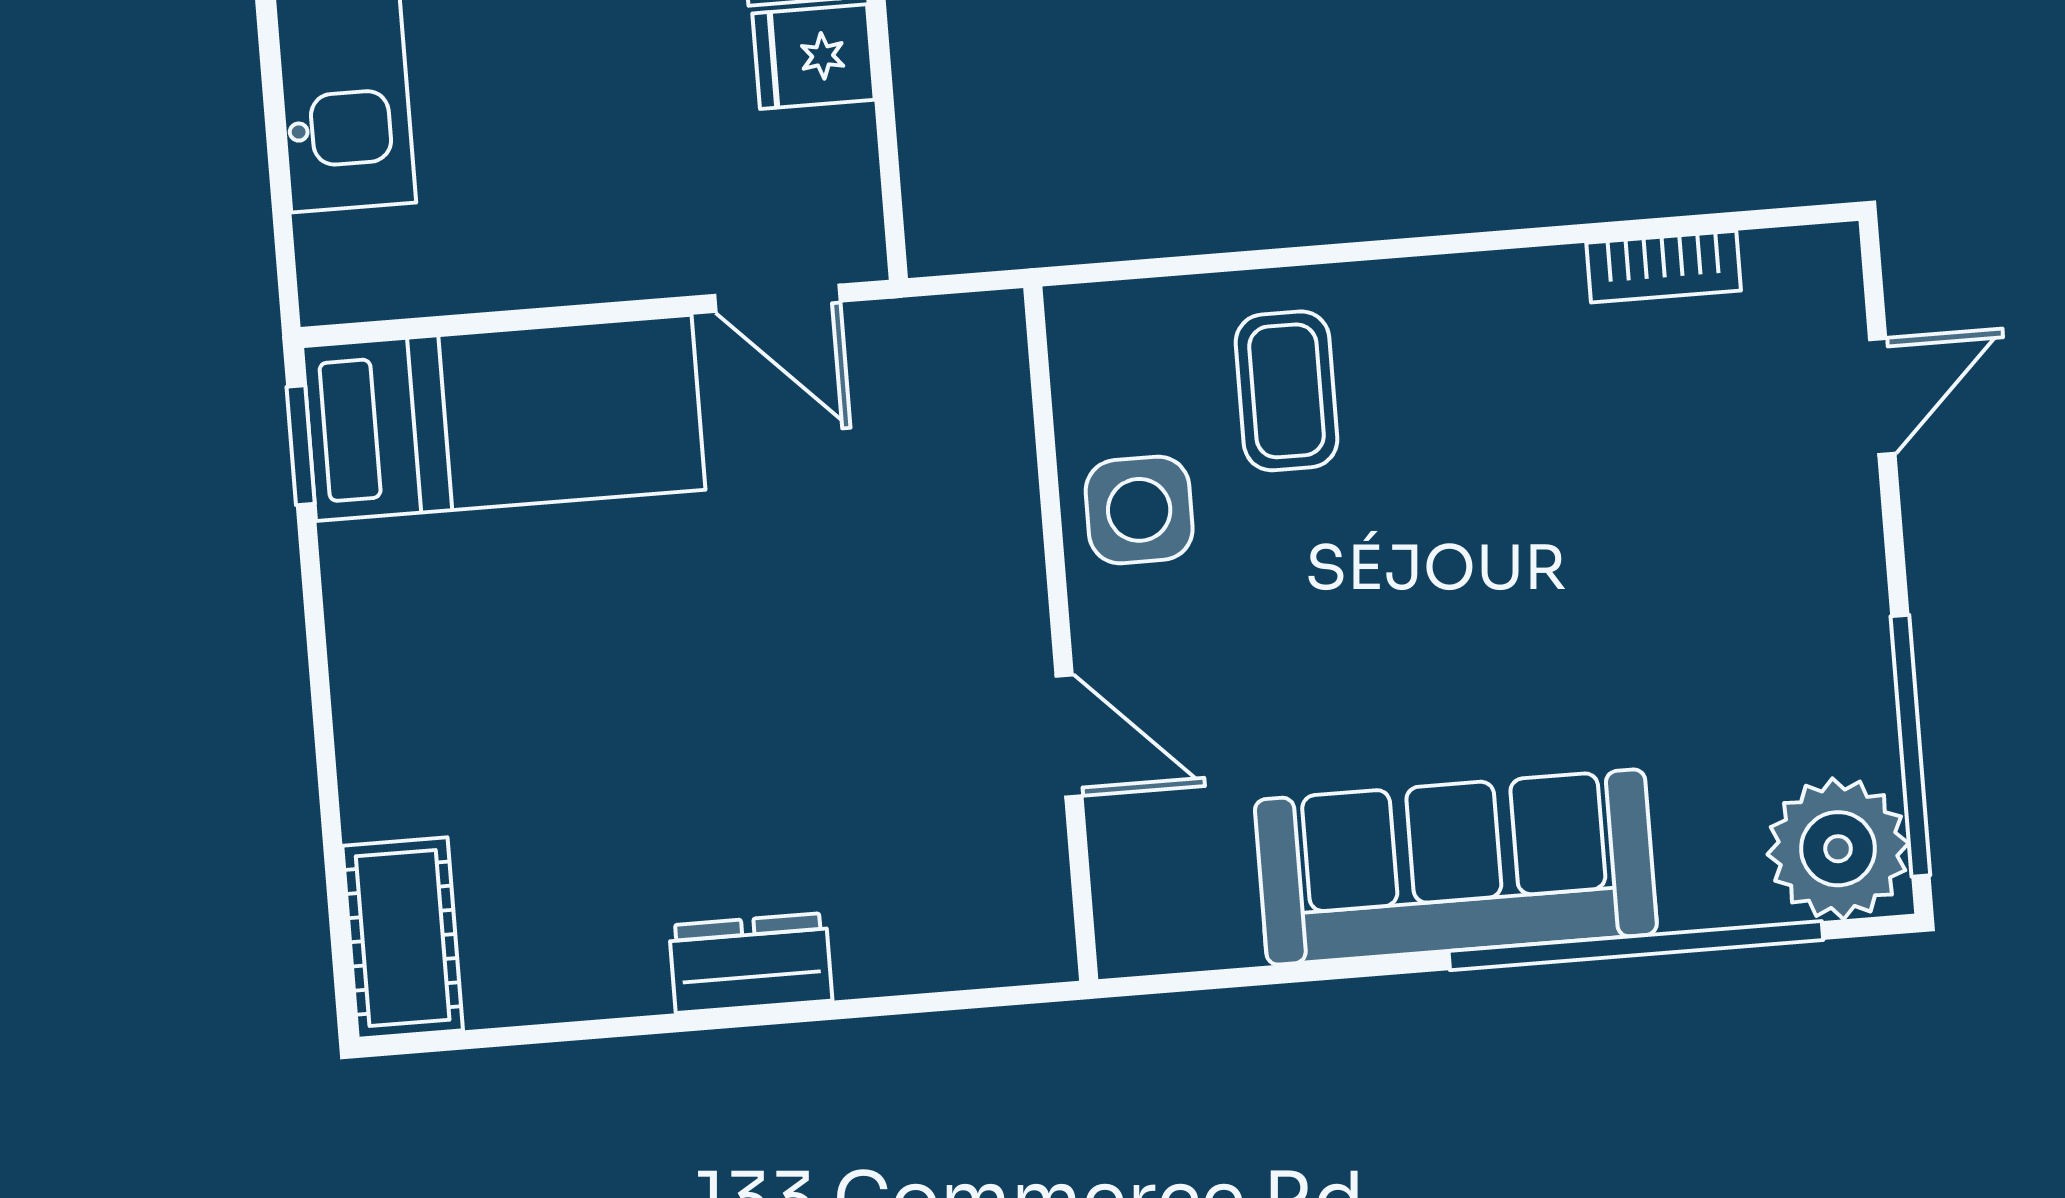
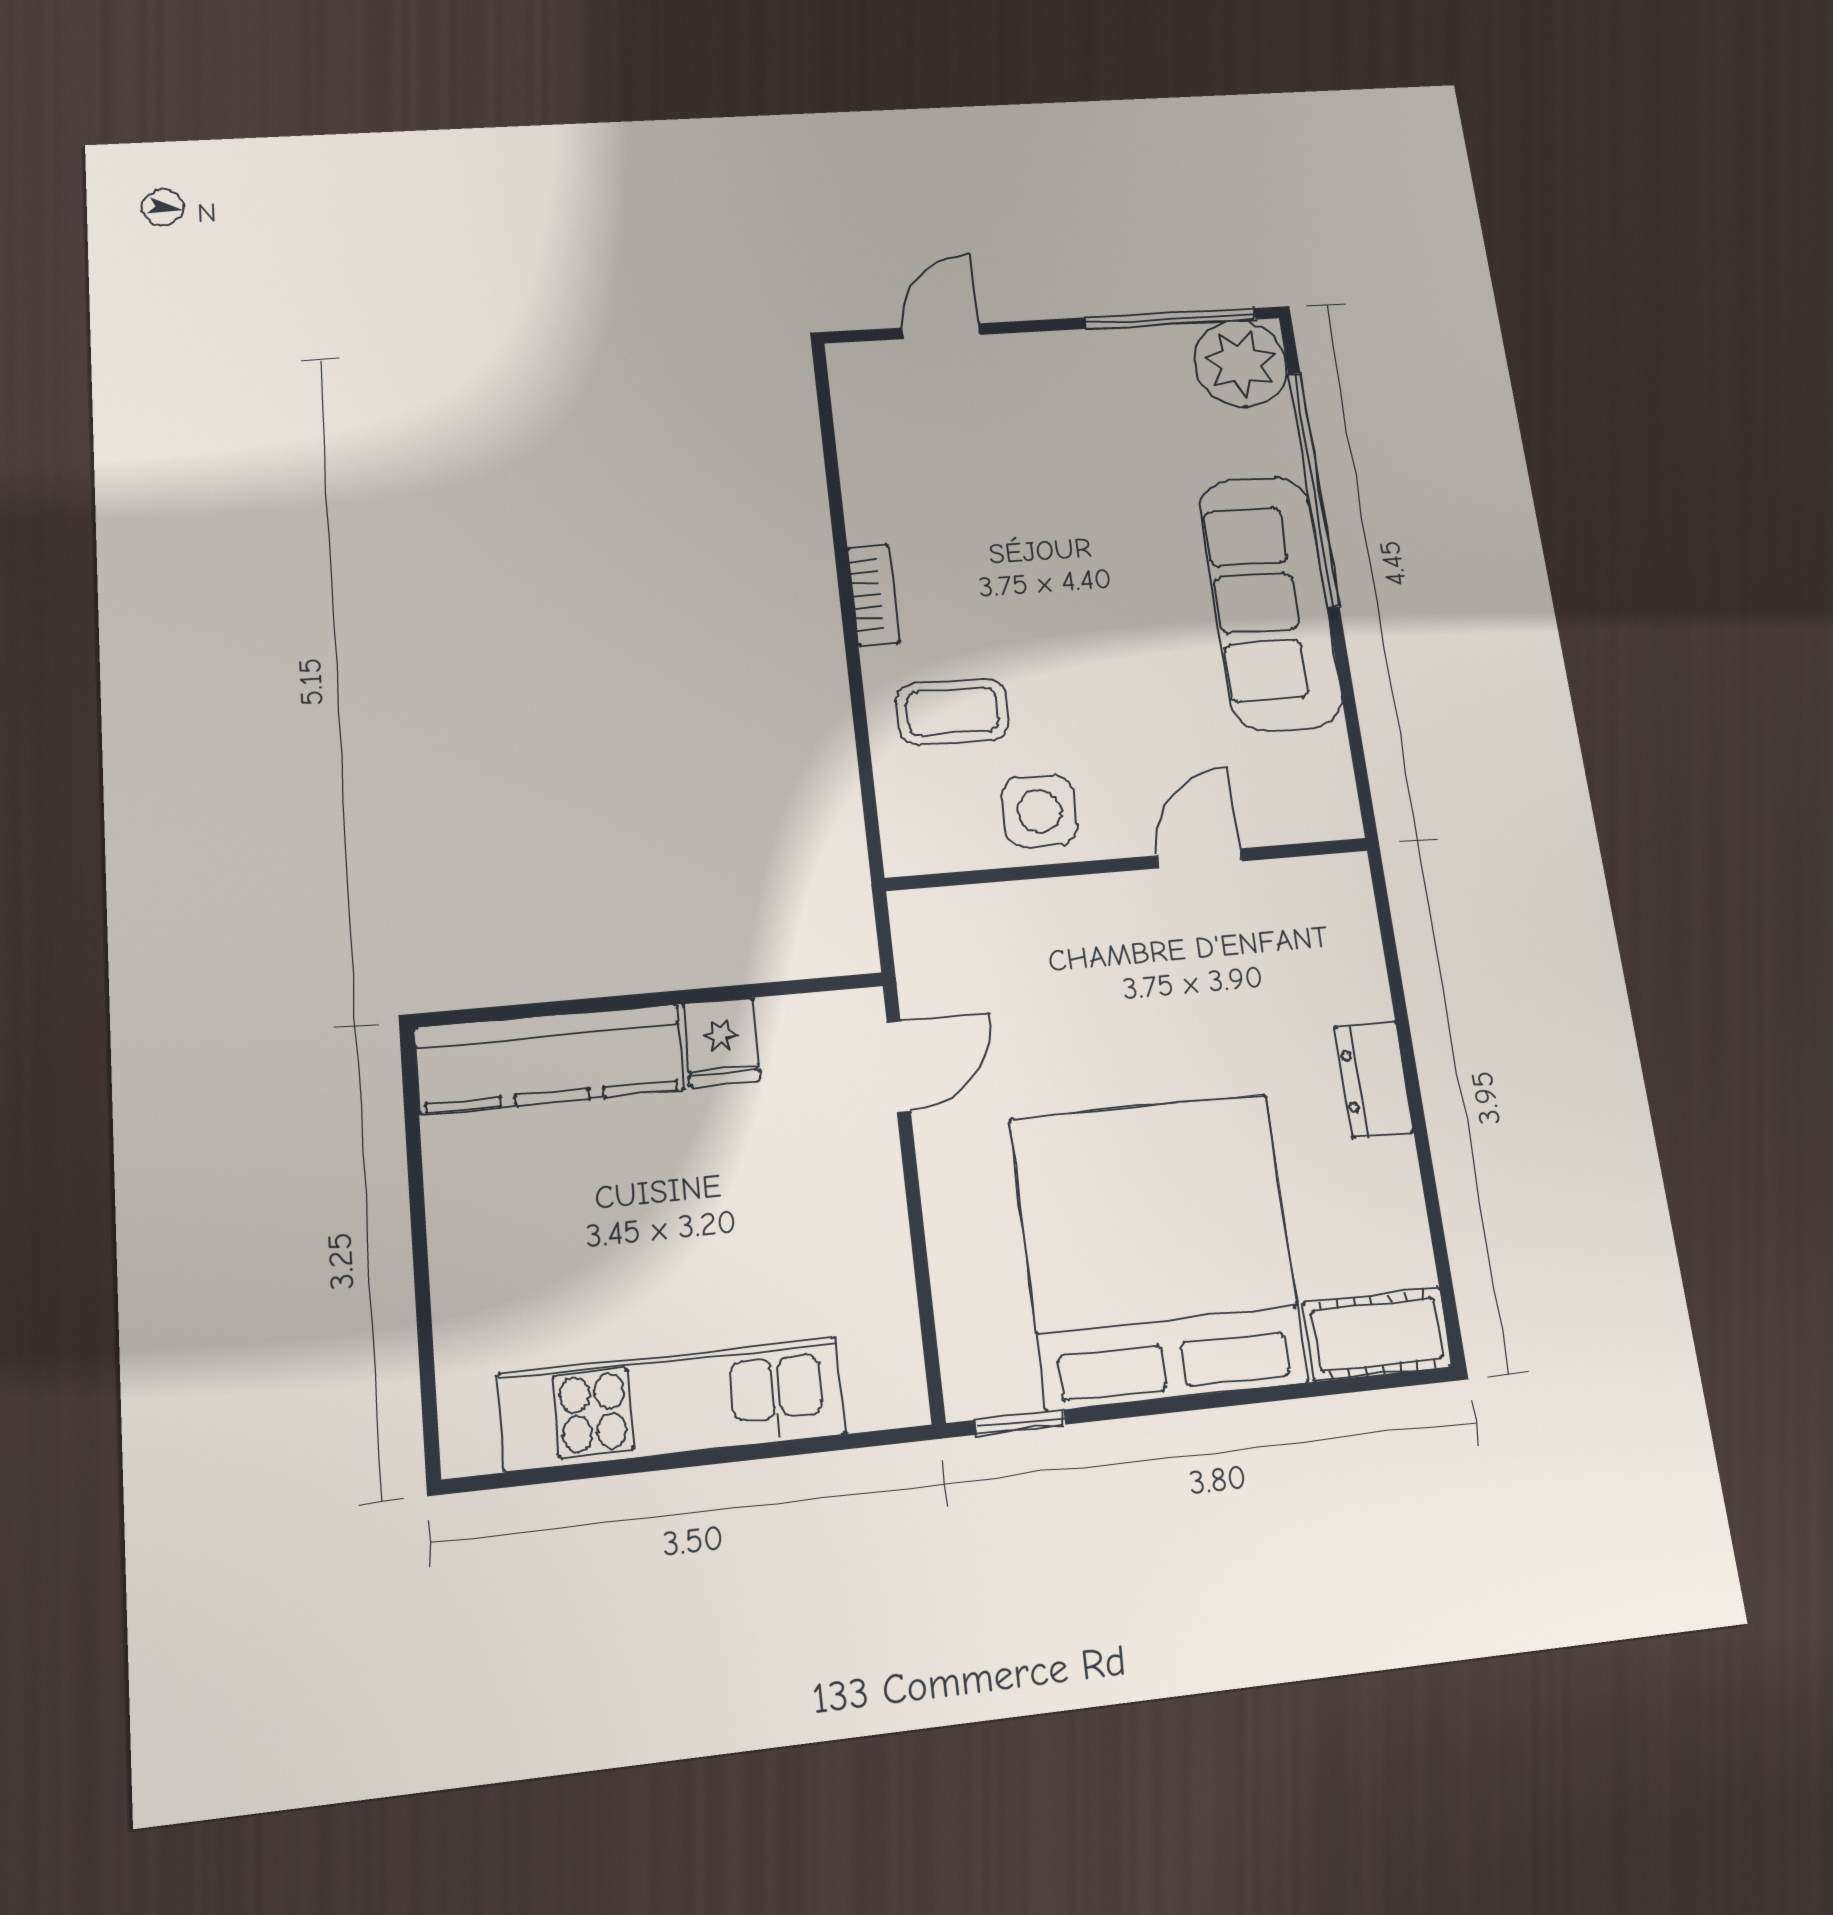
bookcase: (1664, 267) -> (873, 595), moved
door: (1882, 396) -> (941, 331), hinge flipped
bed: (504, 418) -> (1158, 1250), moved, width x2.04

